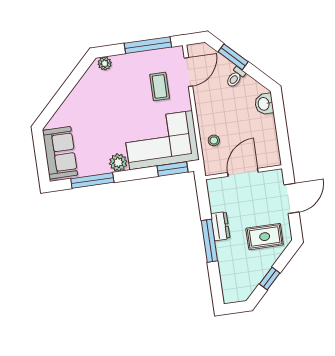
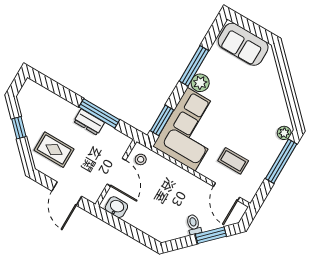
window: (148, 45) -> (281, 161), moved
washbasin: (264, 104) -> (116, 207), moved
stool: (214, 140) -> (141, 159), moved
window: (92, 180) -> (194, 66), moved
rug: (265, 237) -> (54, 150), turned 90
window: (209, 241) -> (99, 113), moved

